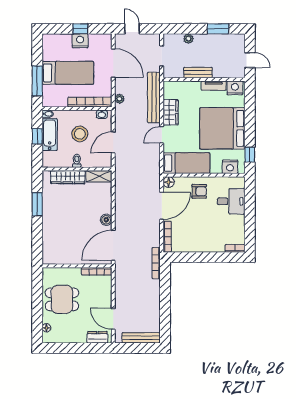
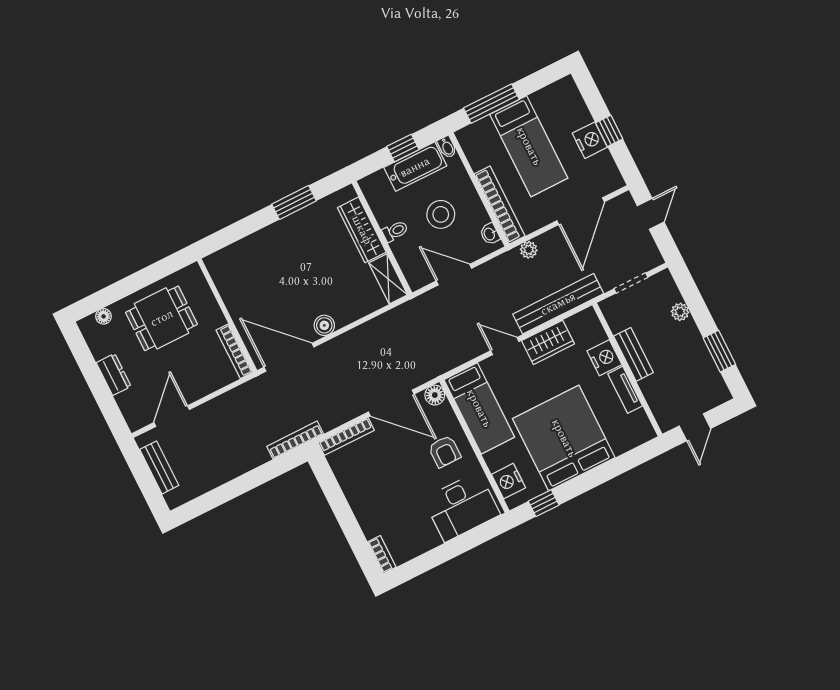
nightstand: (235, 88) -> (604, 358), moved
desk: (231, 201) -> (462, 507), width x1.37
dining table: (62, 299) -> (162, 318), turned 90
dresser: (97, 337) -> (114, 374), moved
bench: (141, 338) -> (159, 467), width x0.73

